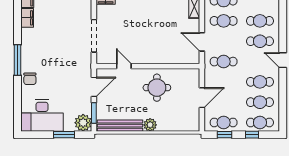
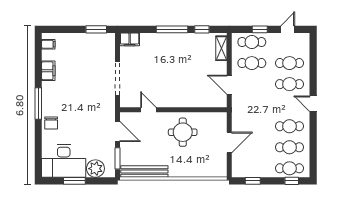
filing cabinet: (27, 18) -> (48, 71), moved
cafe table: (224, 62) -> (252, 105), removed
door: (94, 87) -> (117, 131), hinge flipped
cafe table: (224, 122) -> (252, 168), removed
plant: (83, 123) -> (95, 169), moved
plant: (150, 125) -> (176, 171), removed
window: (64, 135) -> (74, 181), moved
window: (252, 135) -> (292, 181), moved

